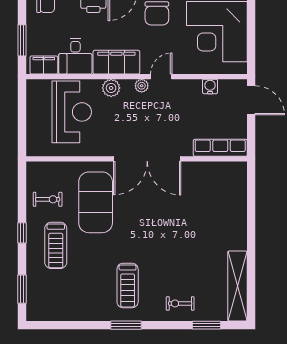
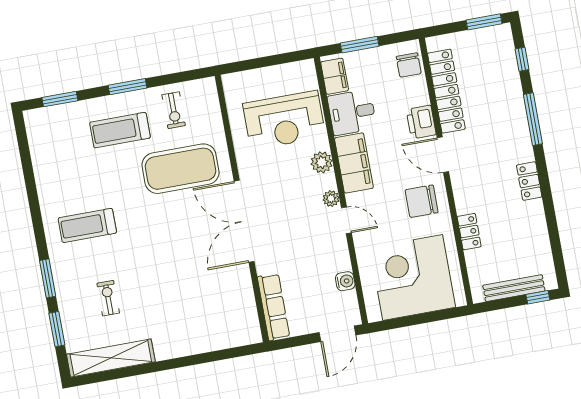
window: (22, 233) -> (128, 87), width x1.50
exercise bike: (180, 303) -> (108, 298), moved
window: (126, 325) -> (48, 278), moved

